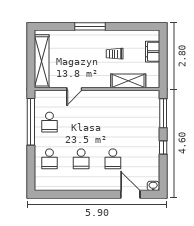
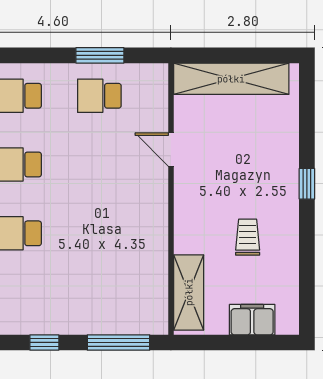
window: (90, 26) -> (307, 184), width x0.46
shelving: (128, 81) -> (189, 292), moved
window: (31, 122) -> (100, 55), width x0.47

